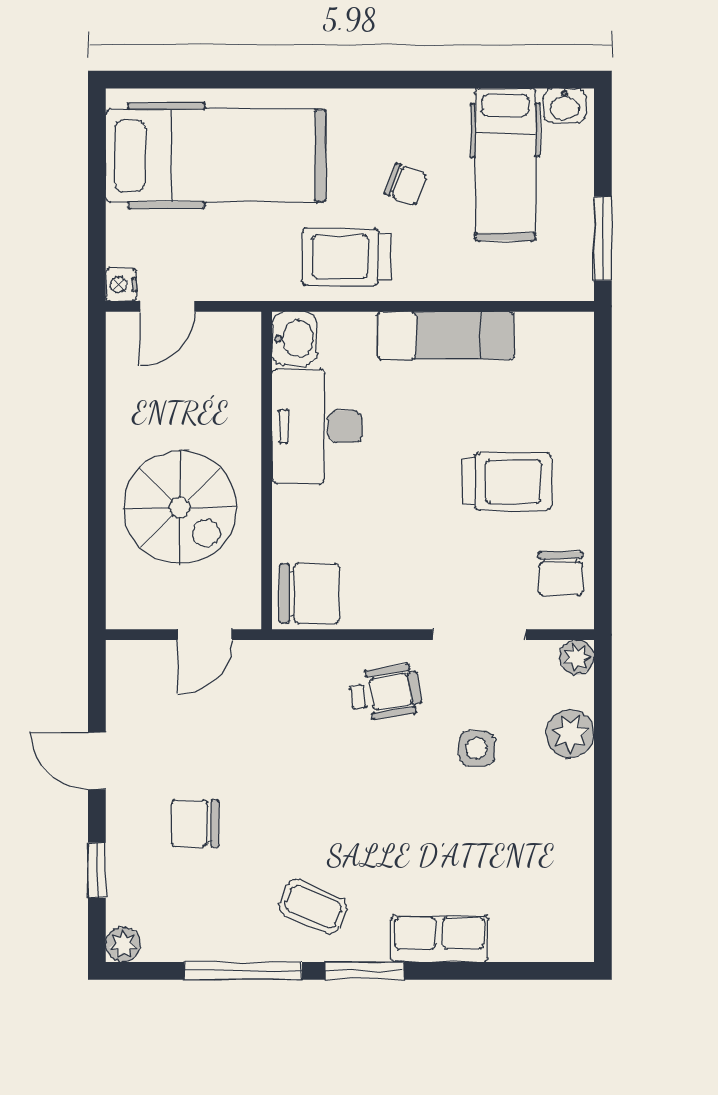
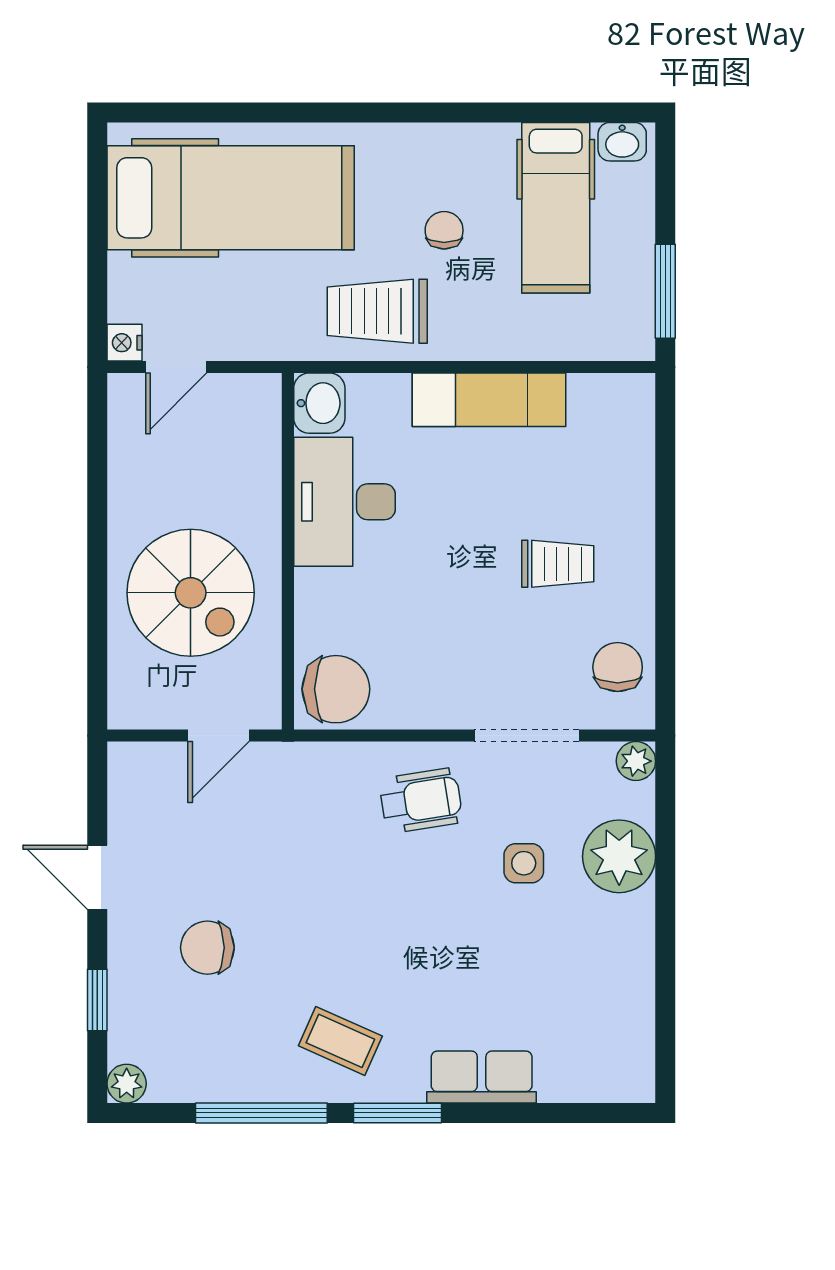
chair: (406, 185) -> (444, 230), turned -111
trolley: (507, 482) -> (558, 564), width x0.73, depth x0.72
chair: (560, 574) -> (618, 667), turned 180
plant: (570, 734) -> (619, 856), width x1.36, depth x1.36

